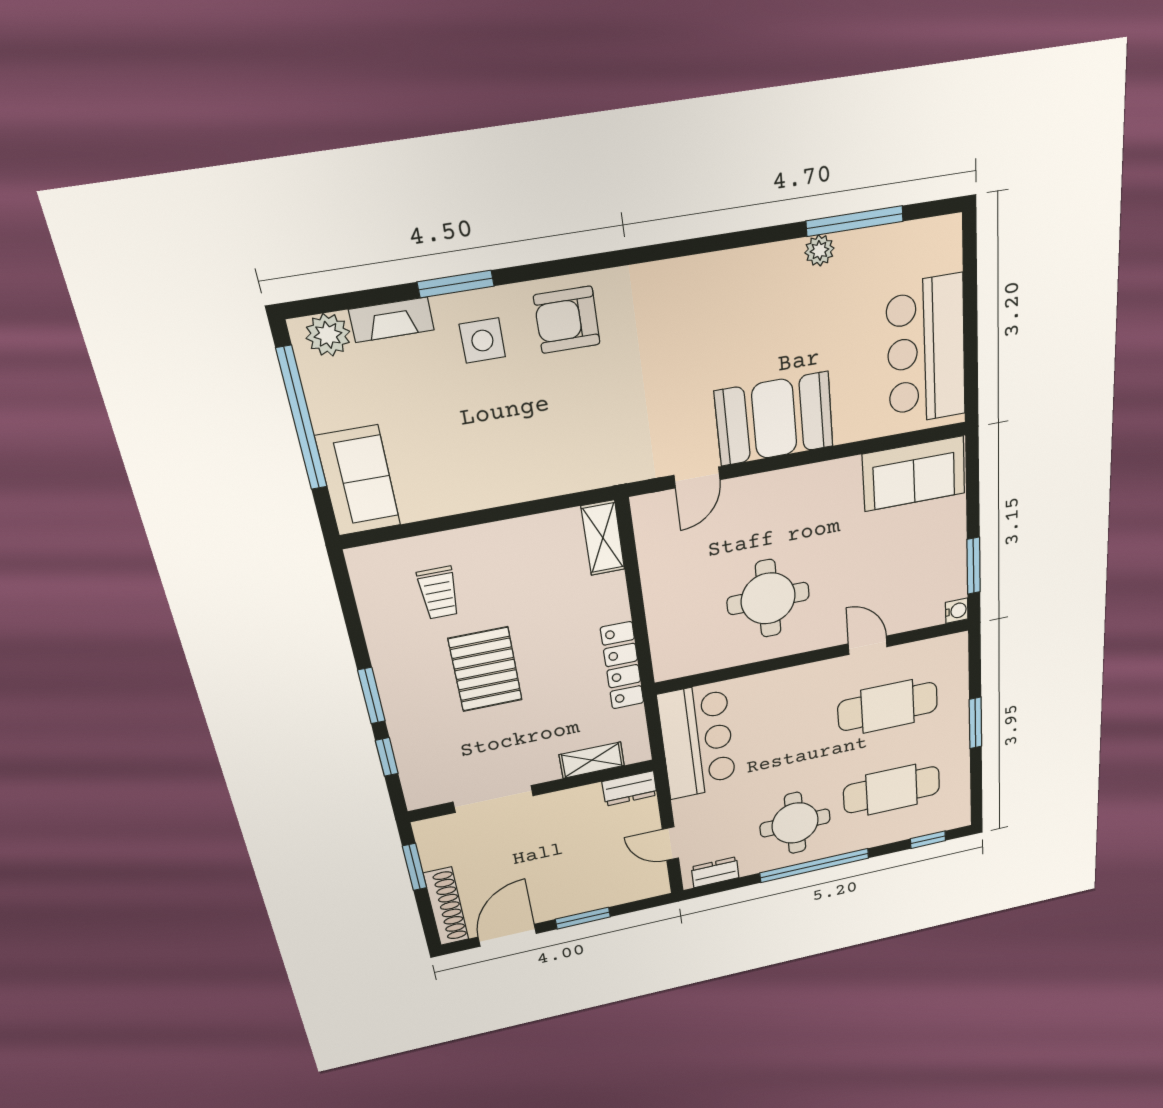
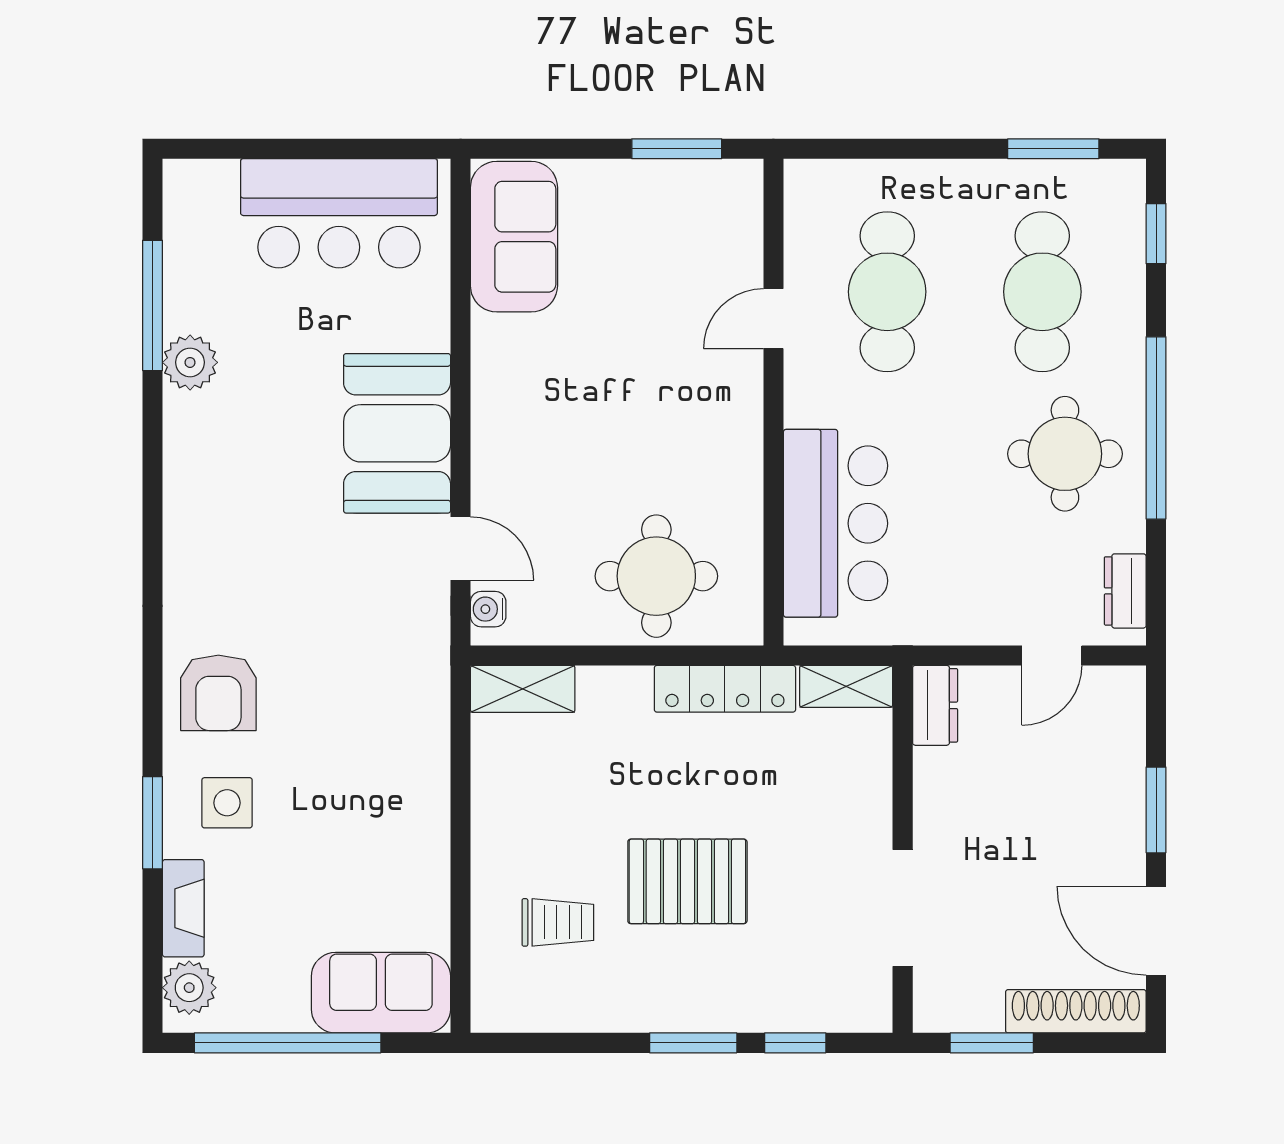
plant: (819, 250) -> (190, 362), width x1.38, depth x1.38
round table: (768, 598) -> (656, 576), moved
water cooler: (957, 611) -> (488, 609), moved, turned -90
window: (975, 723) -> (1053, 149), moved
bar counter: (697, 741) -> (836, 523), moved, turned 90
shelving: (592, 760) -> (846, 686), moved, turned 90

